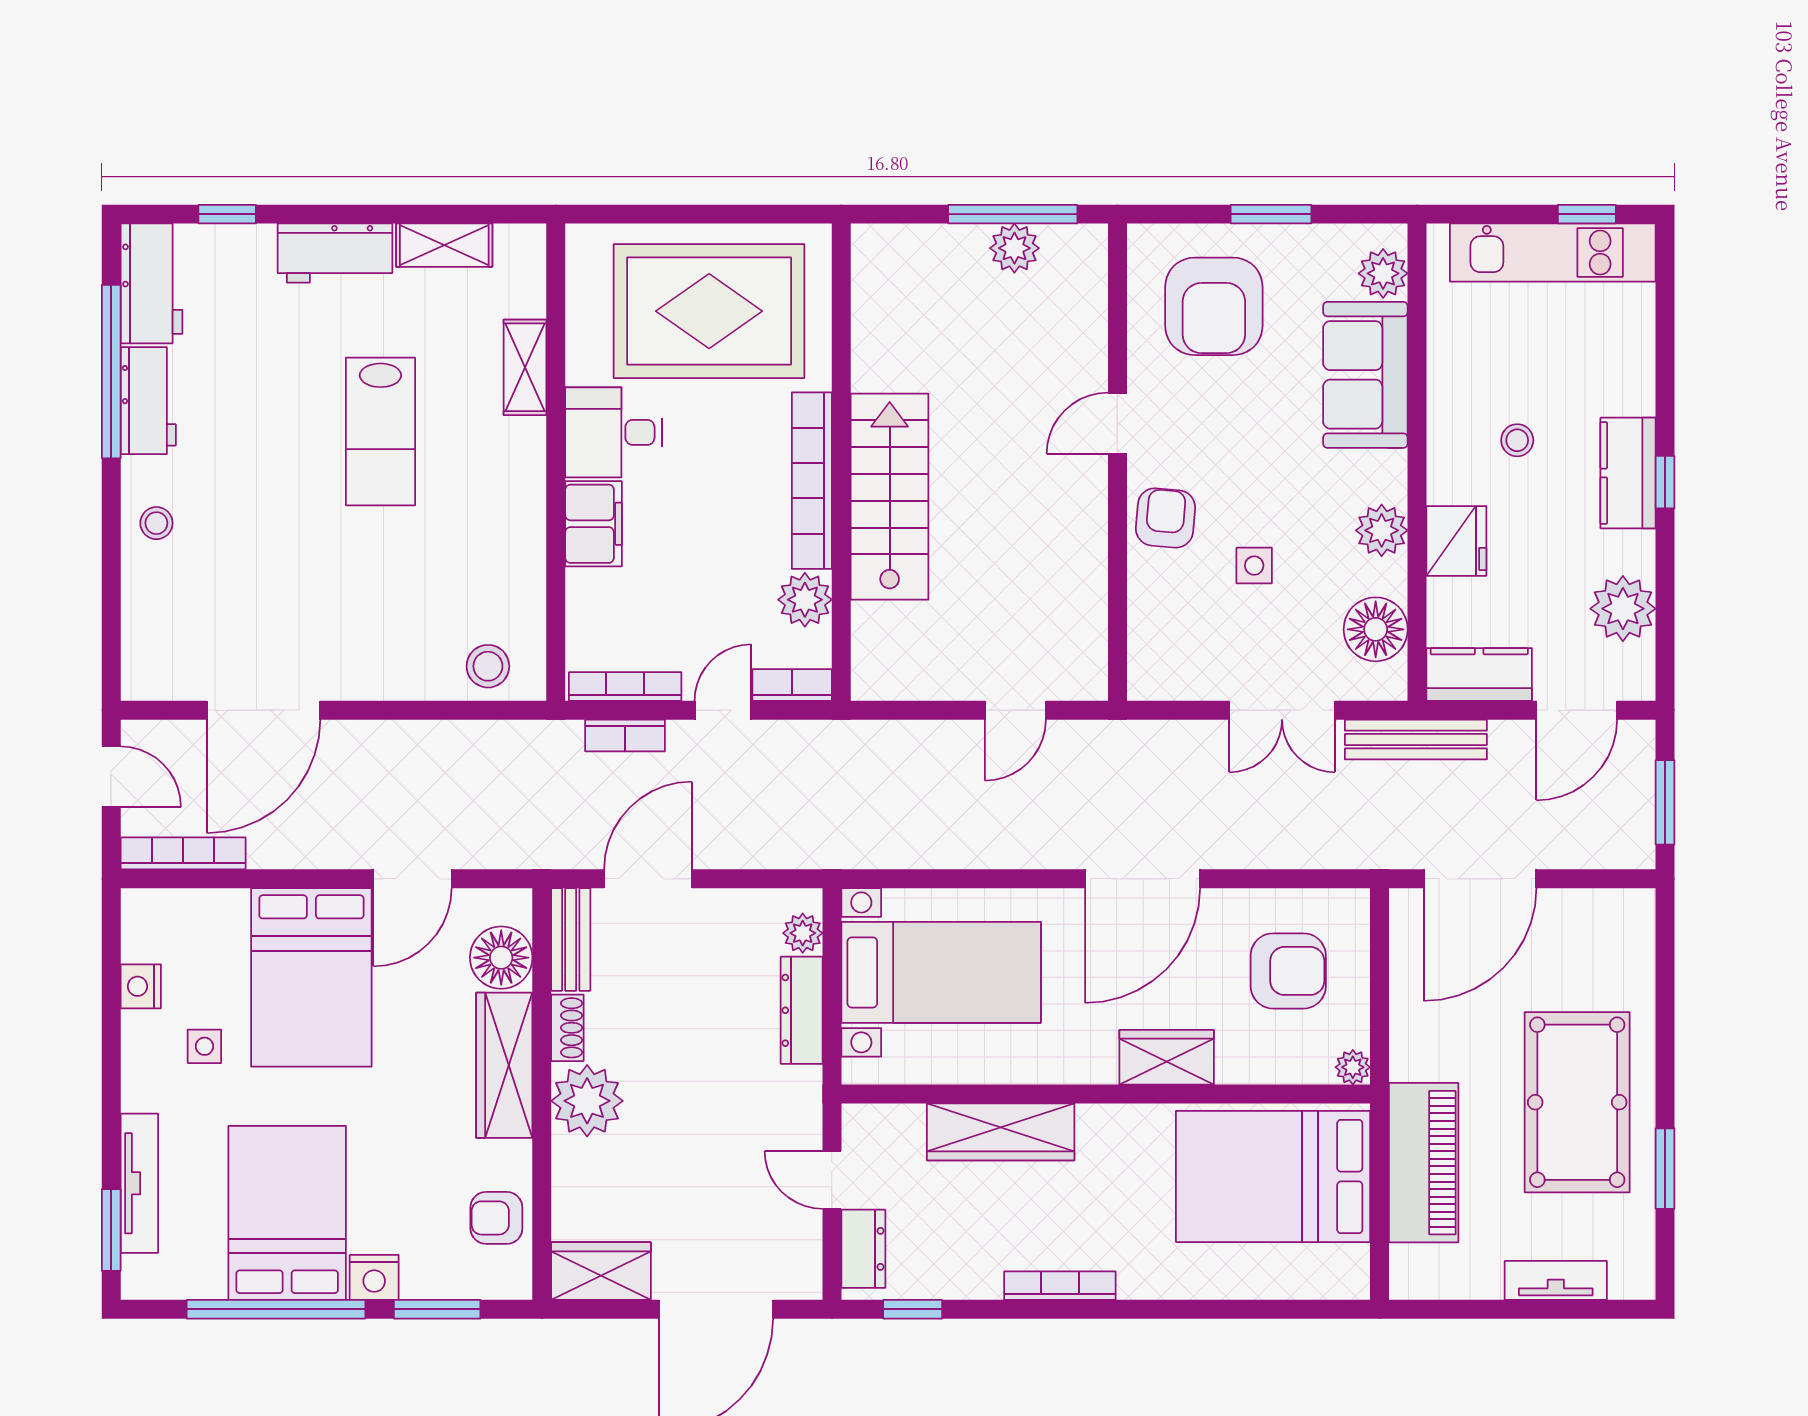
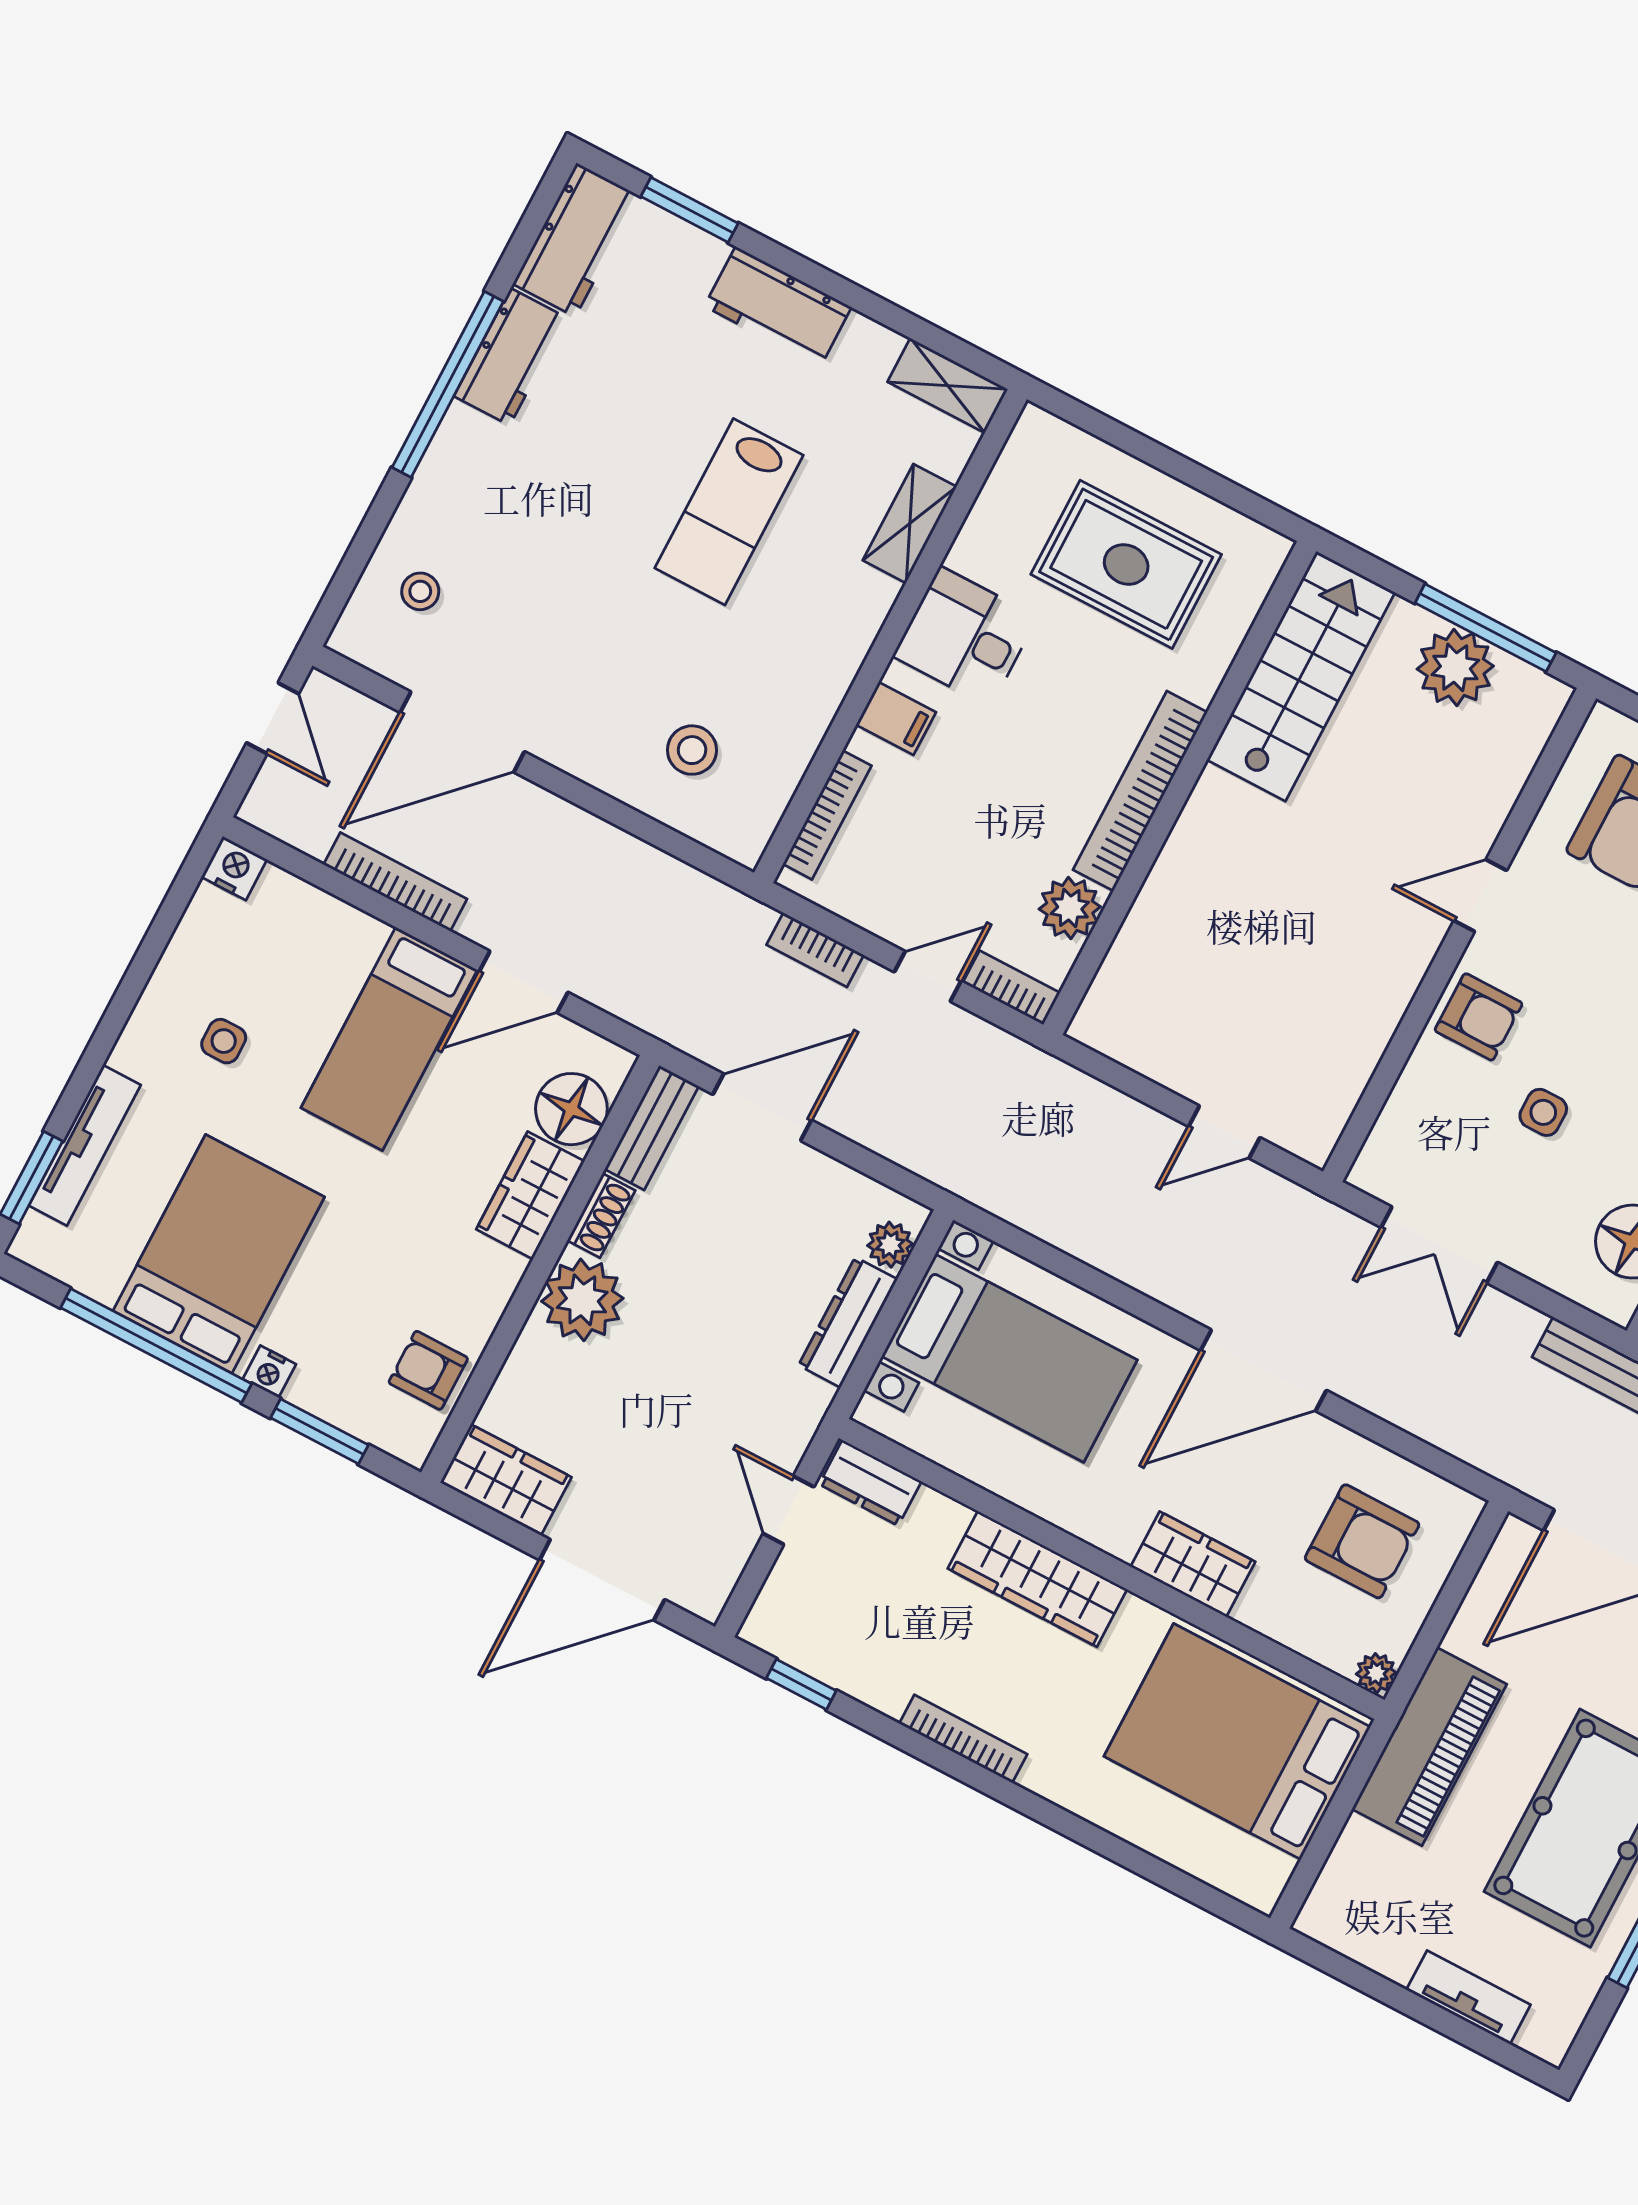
window: (227, 214) -> (689, 210), width x1.50
shelving: (444, 245) -> (948, 386), moved
plant: (1014, 248) -> (1455, 667), width x1.36, depth x1.36
rug: (709, 311) -> (1126, 564), width x0.73, depth x0.69
window: (111, 372) -> (448, 384), moved
stairs: (890, 497) -> (1301, 676), moved
armchair: (1165, 518) -> (1479, 1017), turned 85
stool: (156, 523) -> (420, 591), moved
filing cabinet: (594, 524) -> (896, 719), width x0.50
stool: (488, 666) -> (692, 750), moved
bookcase: (625, 687) -> (827, 815), moved, turned 90
double door: (1282, 710) -> (1439, 1245), moved
bookcase: (183, 853) -> (395, 882), moved
bed: (311, 977) -> (389, 1039), width x0.67
nightstand: (141, 986) -> (234, 868), moved, turned 90
wardrobe: (504, 1065) -> (530, 1195), width x0.67
wardrobe: (1001, 1132) -> (1037, 1579), moved
piano: (1424, 1163) -> (1429, 1747), moved
dresser: (863, 1249) -> (870, 1483), moved, turned 90
nightstand: (374, 1277) -> (269, 1372), width x0.72, depth x0.74

